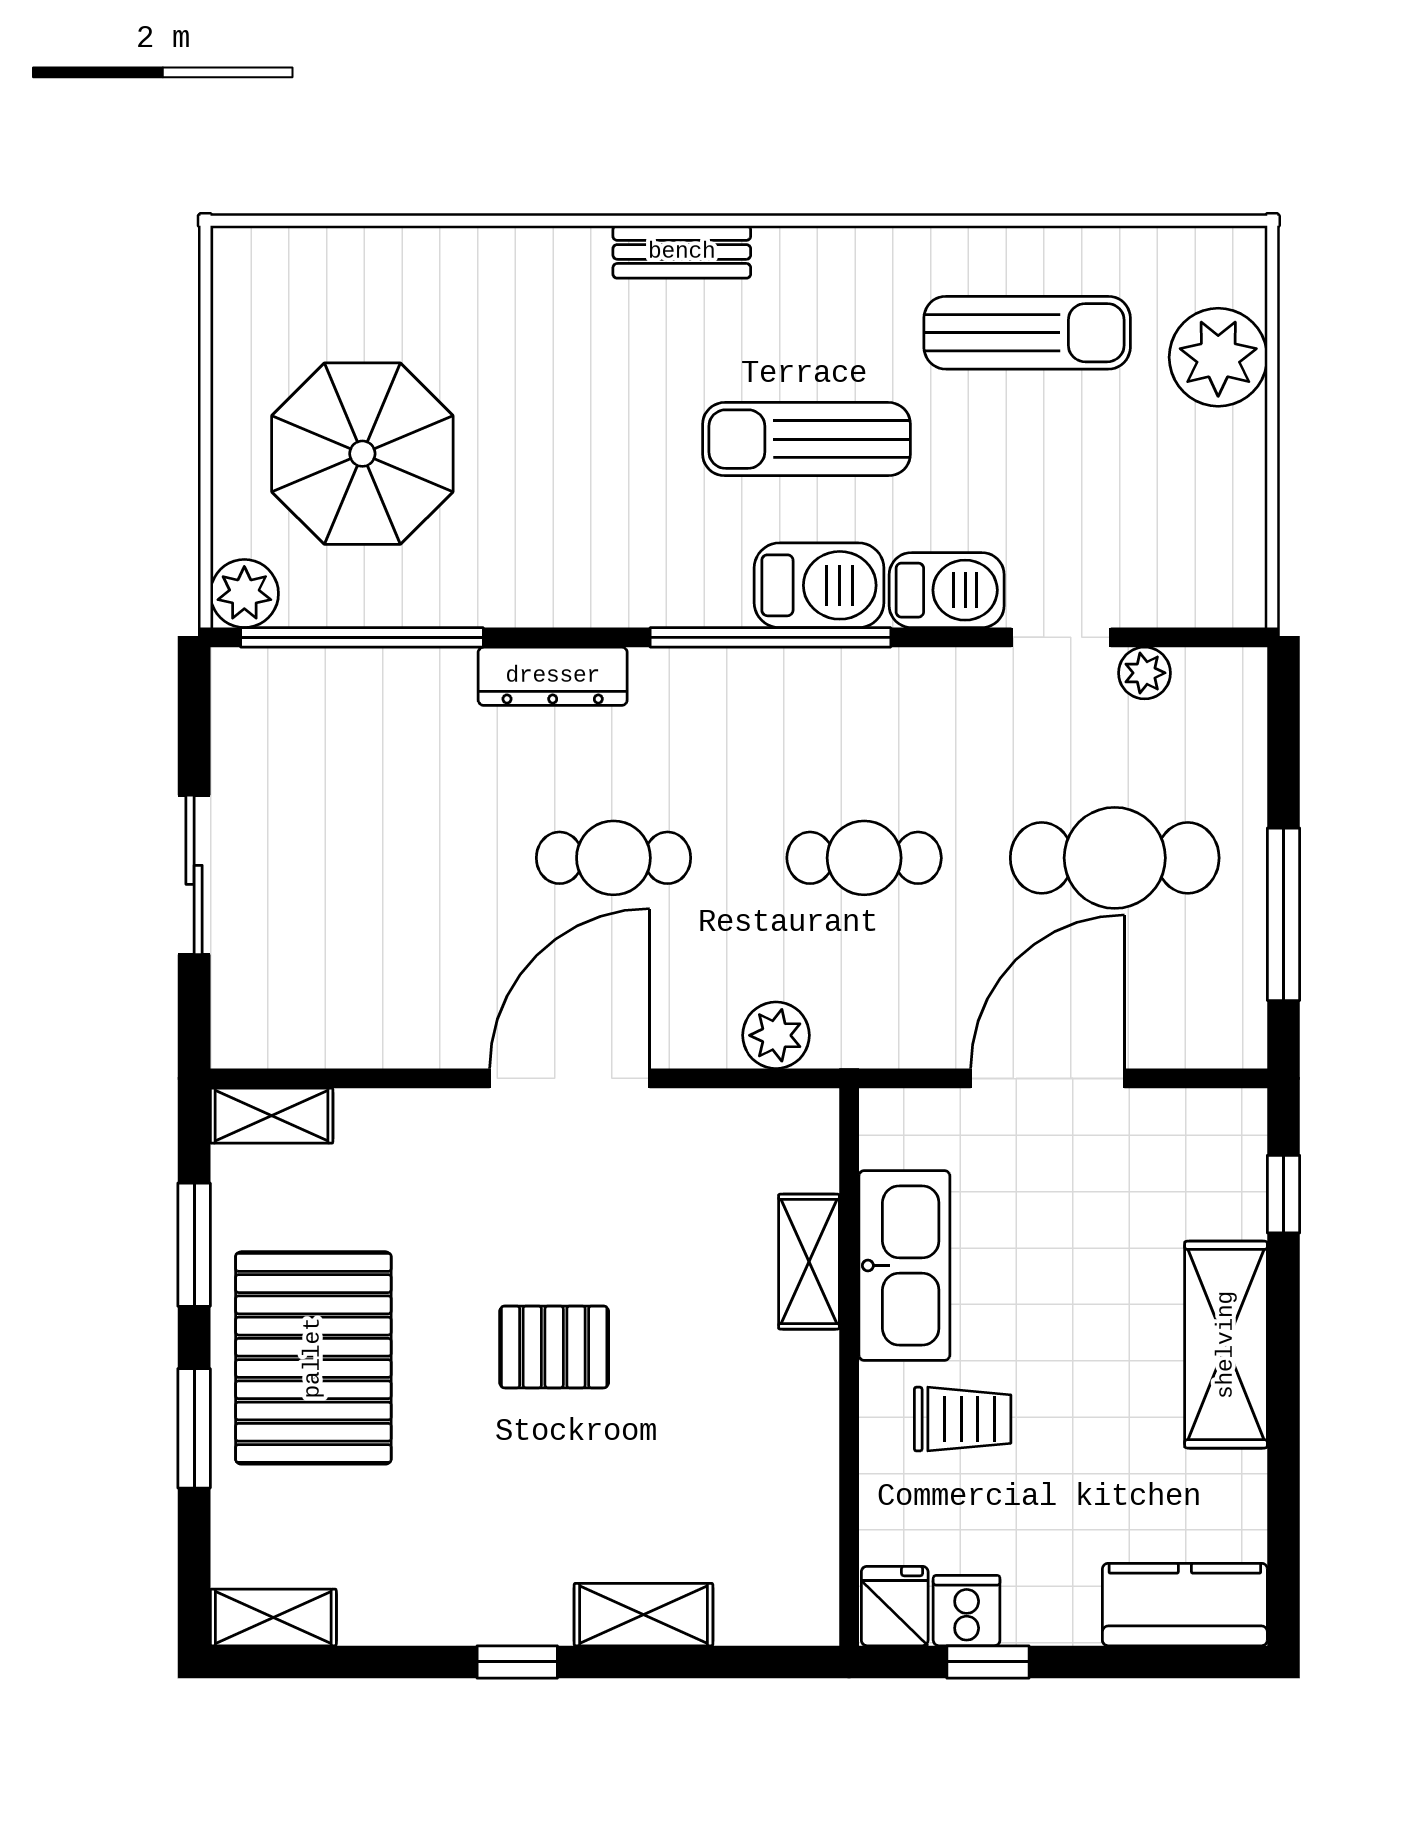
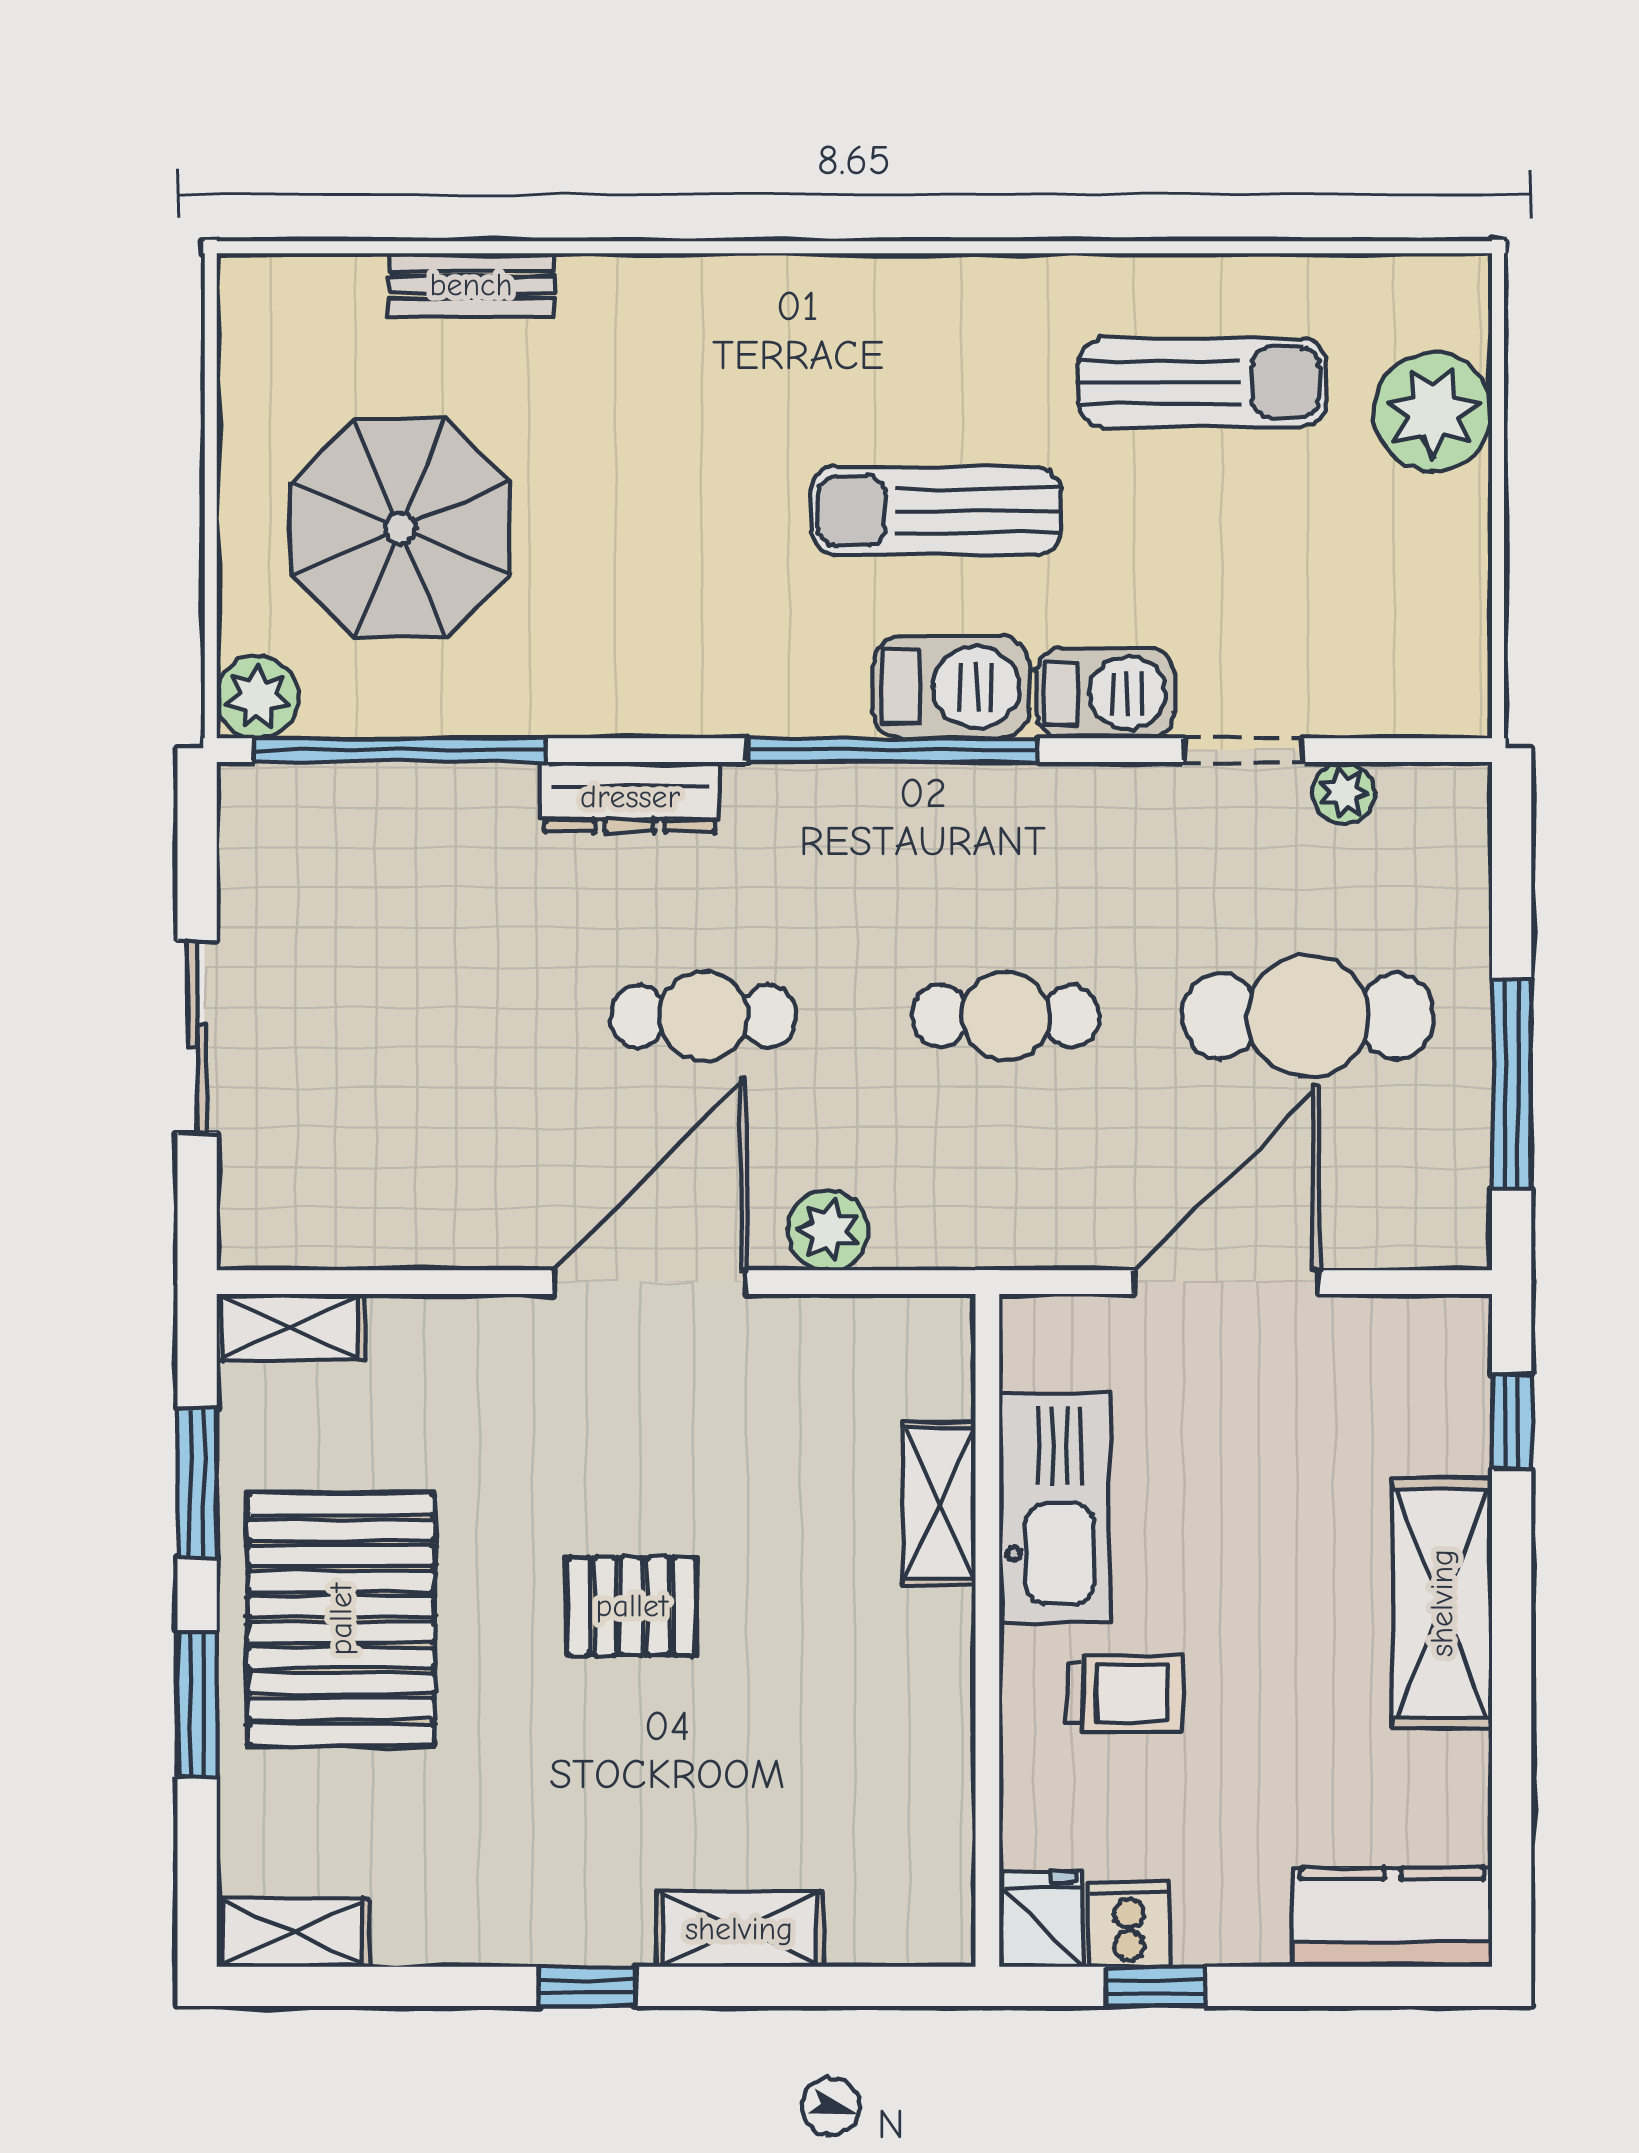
bench: (682, 252) -> (471, 285), moved
plant: (776, 1035) -> (828, 1230), moved

